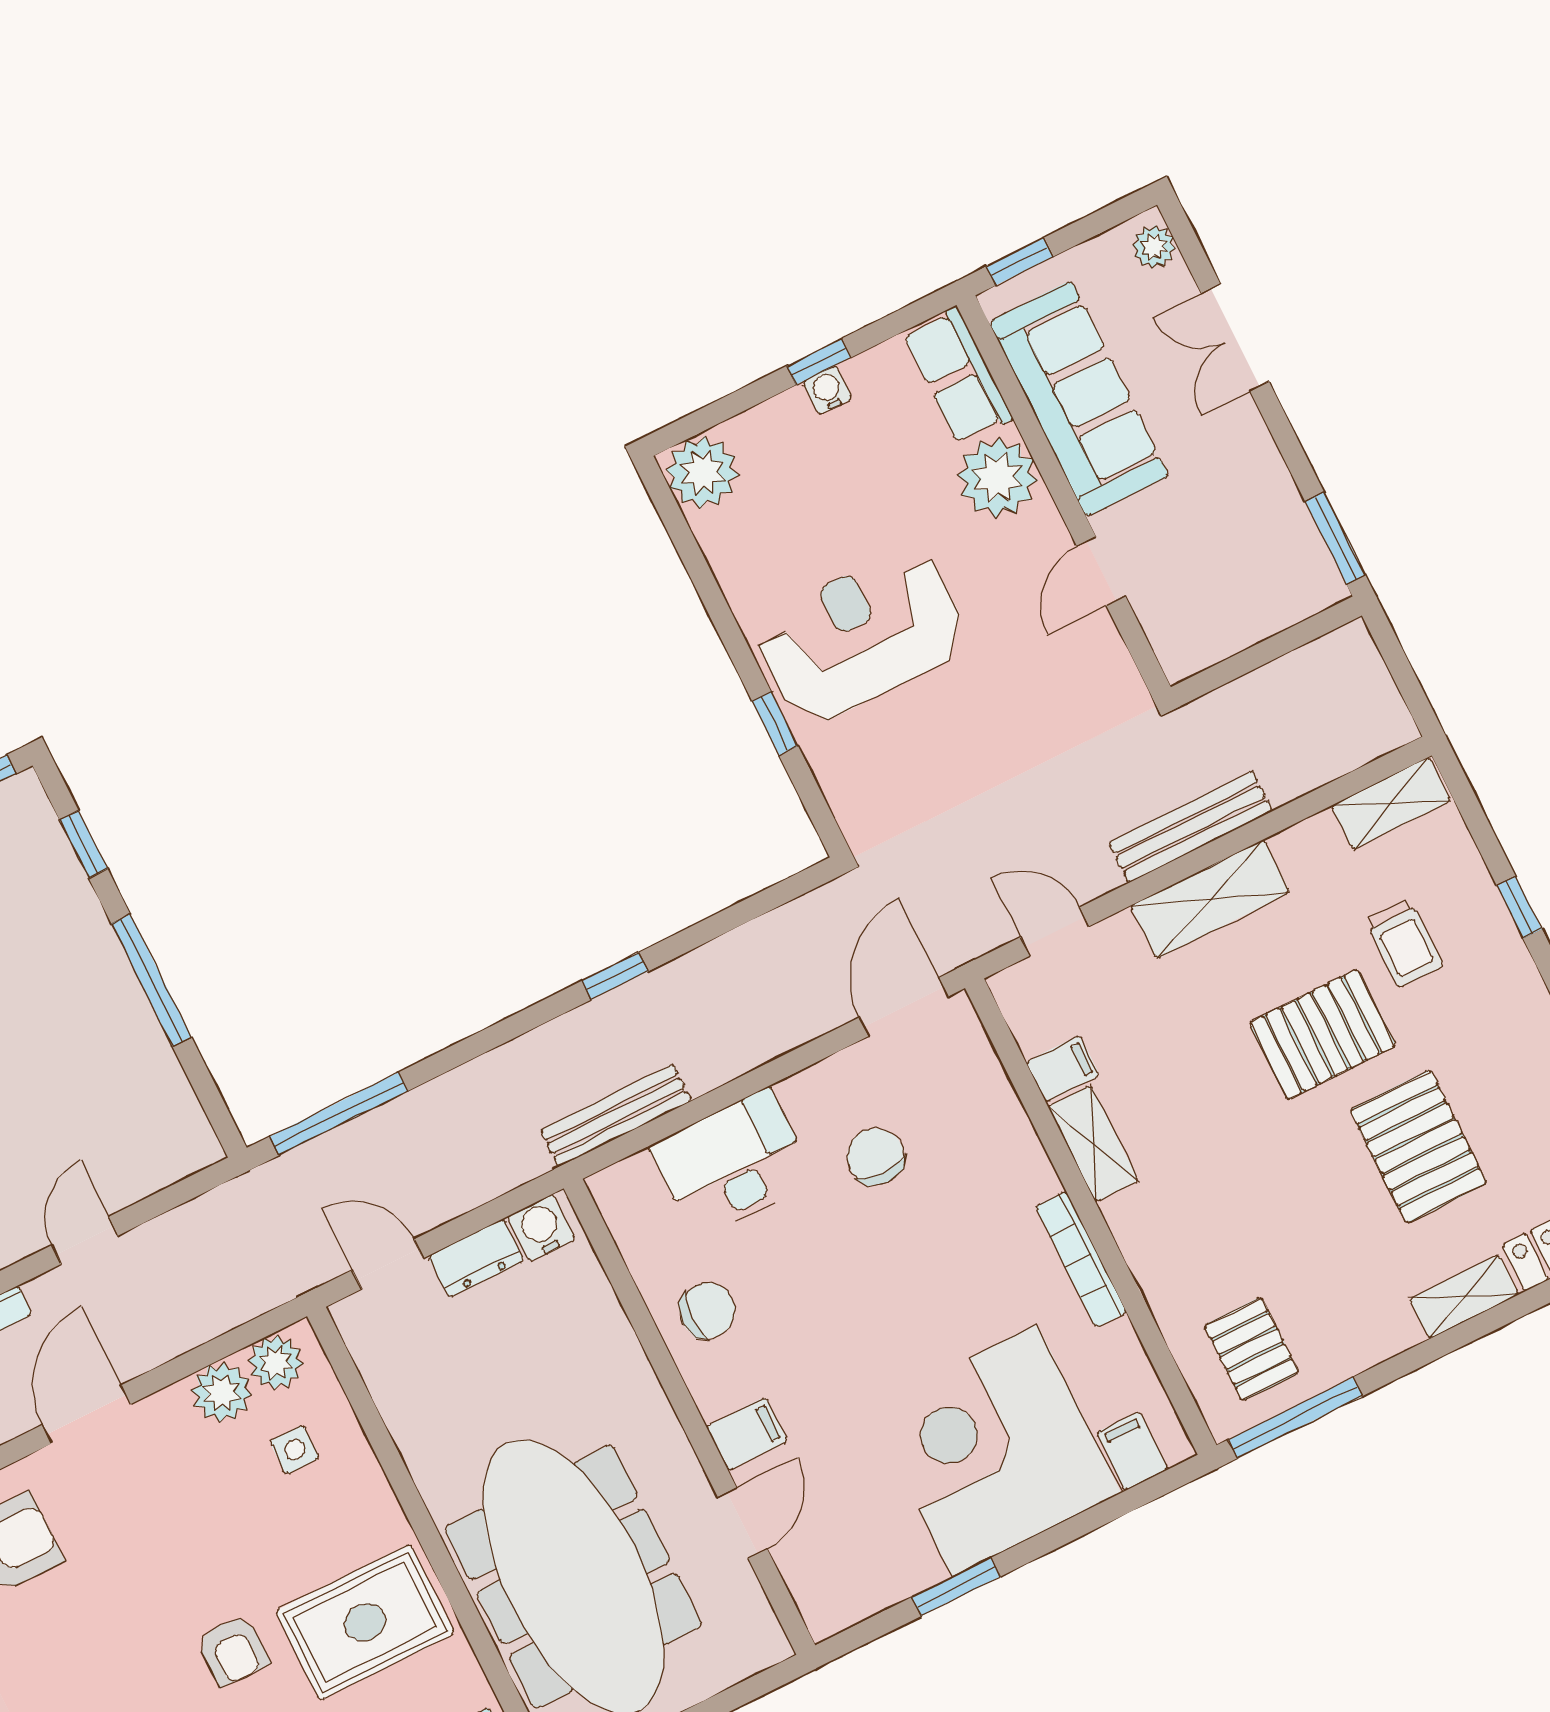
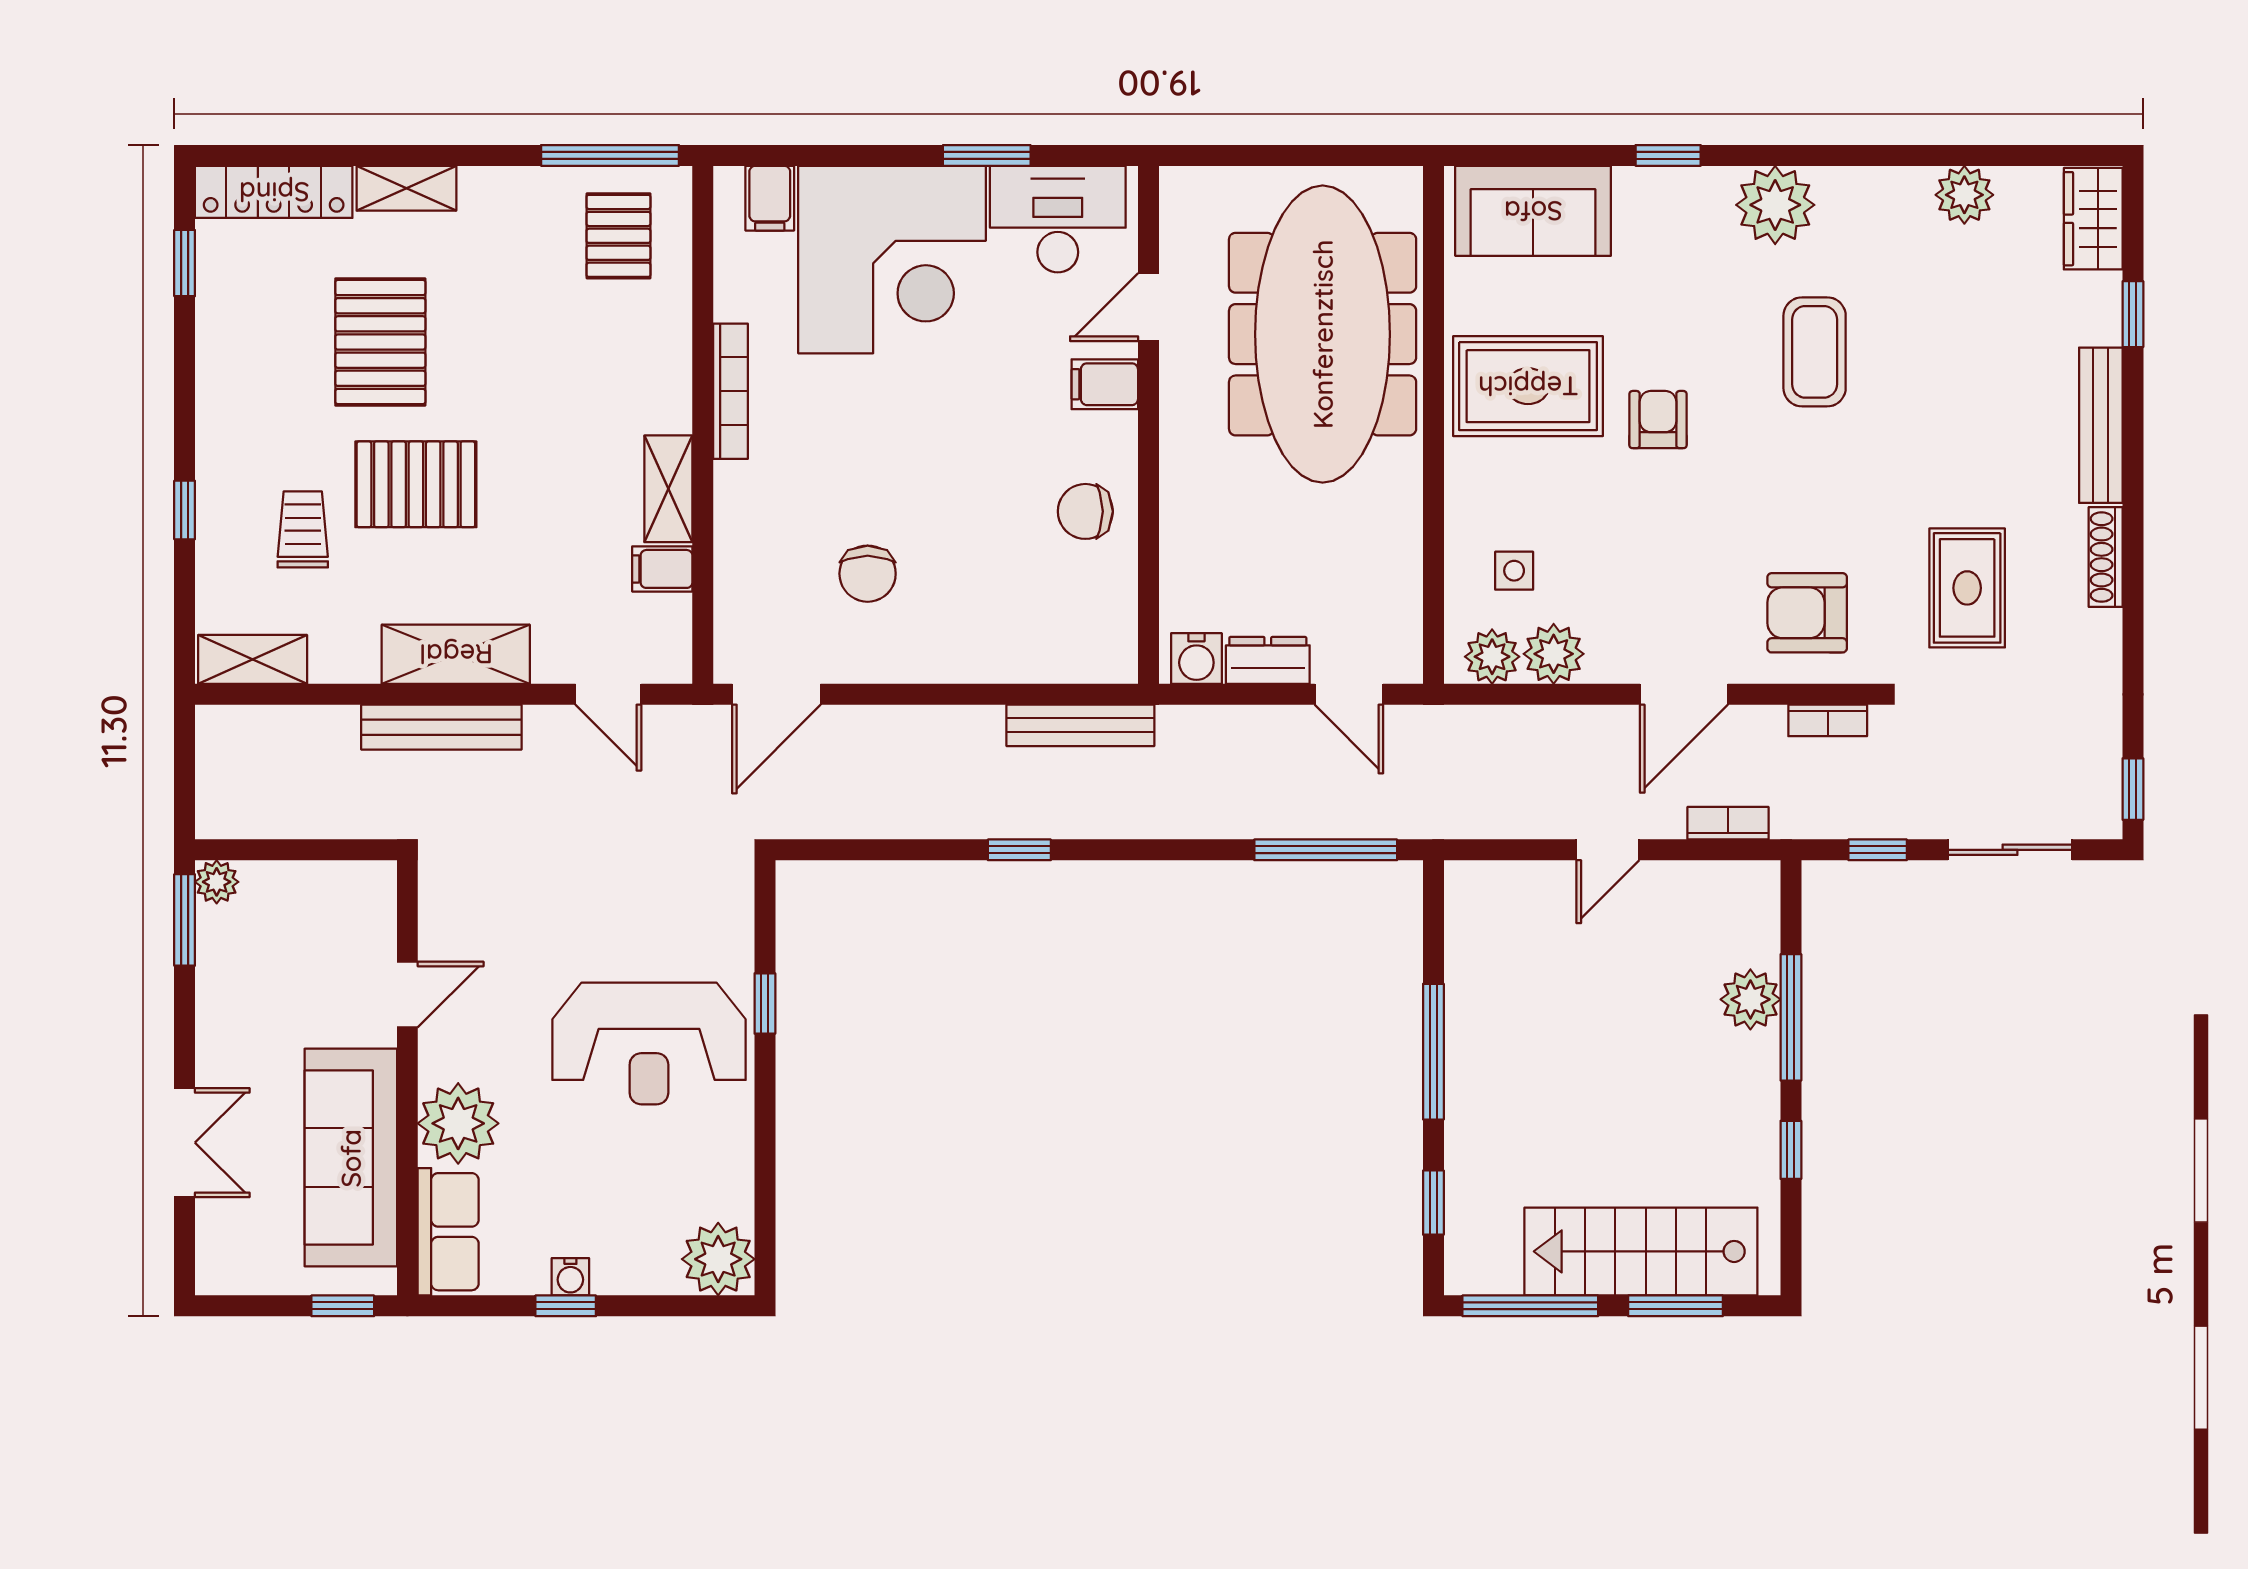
plant: (1154, 247) -> (217, 882), moved
desk: (733, 1164) -> (1058, 219), moved, turned 180

